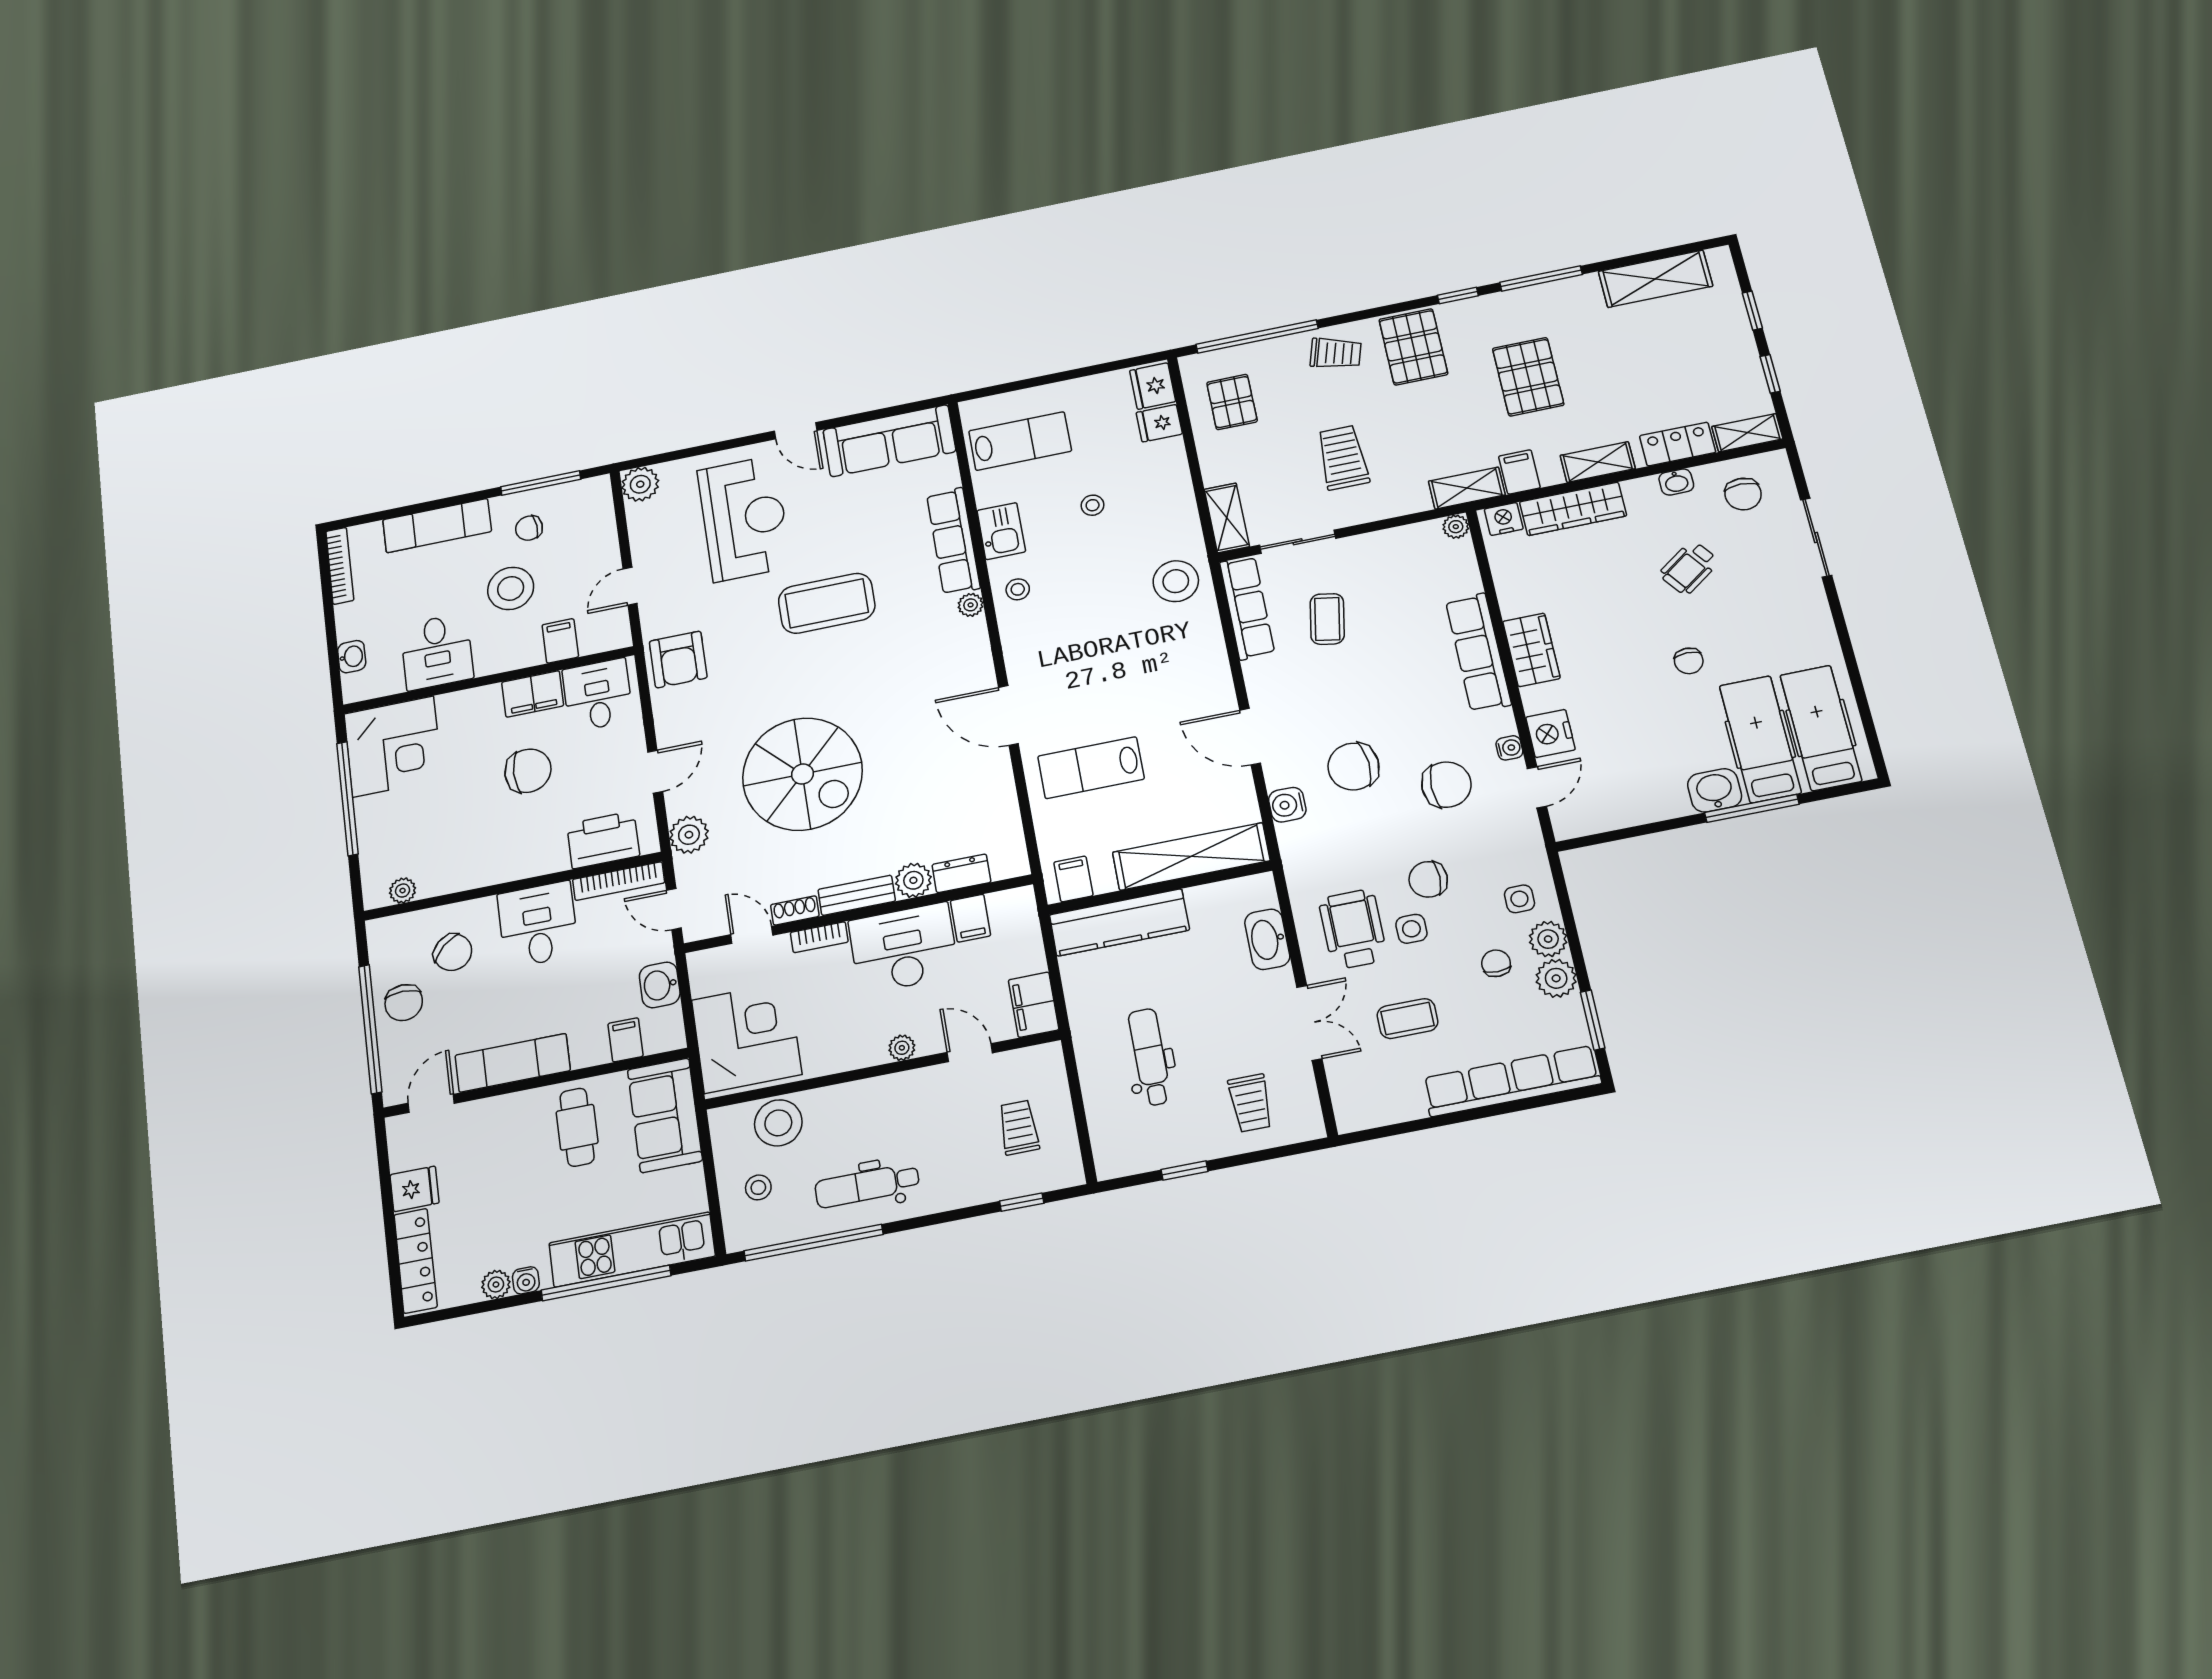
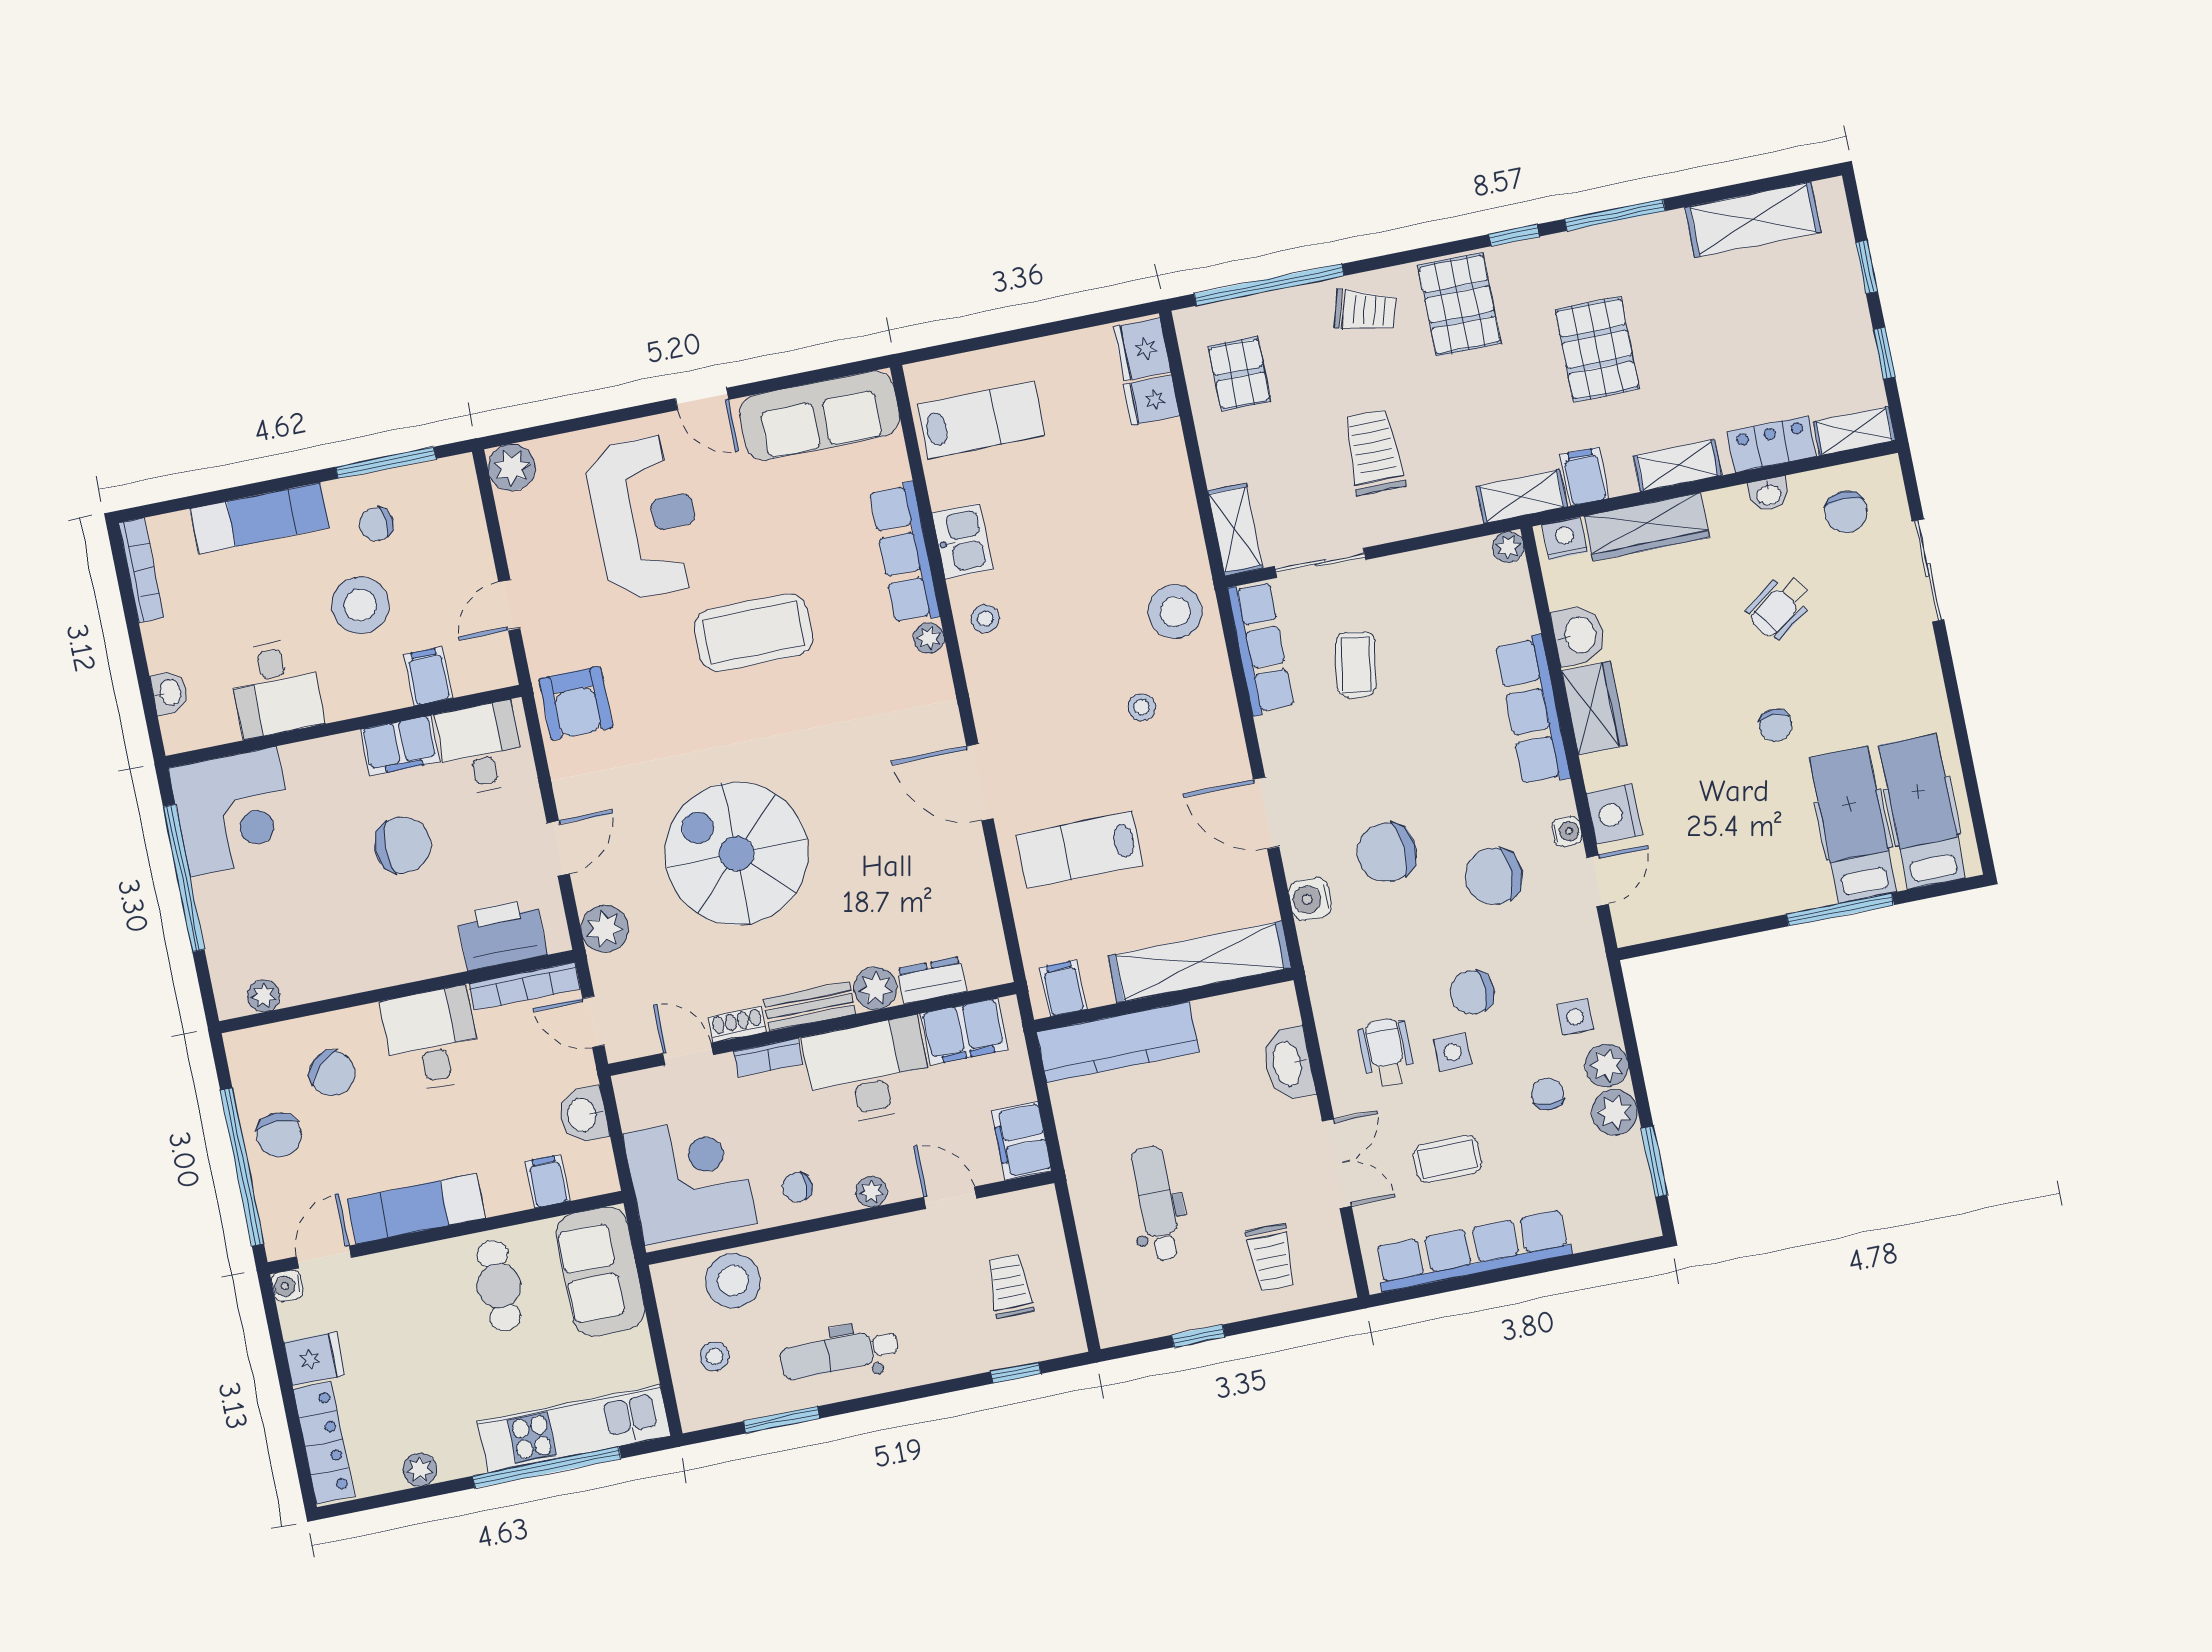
stool: (1093, 505) -> (1142, 707), moved
spiral stairs: (802, 774) -> (737, 854), turned 180
chair: (1446, 785) -> (1494, 876), turned 180
washbasin: (1715, 790) -> (1579, 635), moved, turned 90
filing cabinet: (971, 918) -> (964, 1032), width x2.00
wheelchair: (1353, 929) -> (1386, 1052), width x0.73, depth x0.73
chair: (838, 1044) -> (797, 1187), added
row of seats: (1512, 1081) -> (1473, 1251), moved
window: (813, 1243) -> (782, 1420), width x0.47
water cooler: (526, 1280) -> (287, 1286), moved, turned 90

